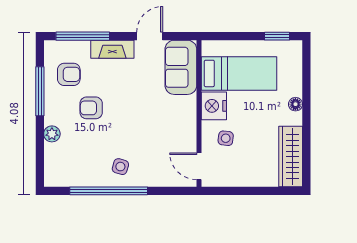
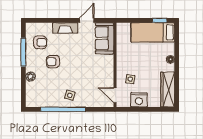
window: (83, 36) -> (48, 20), removed
bed: (239, 73) -> (153, 32), moved, turned 180
nightstand: (214, 106) -> (139, 100), moved, turned -90

